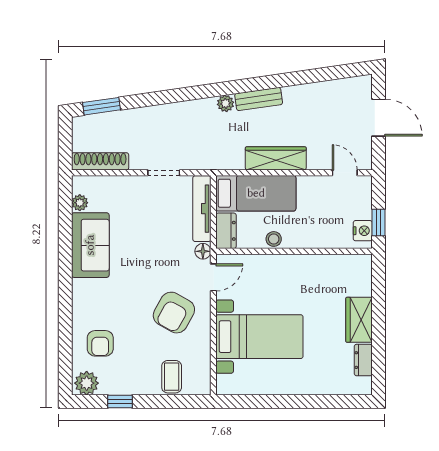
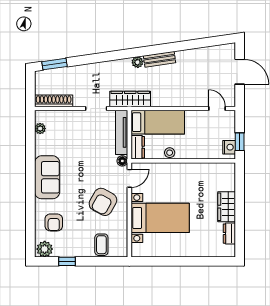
wardrobe: (276, 158) -> (130, 99), moved
sofa: (90, 245) -> (47, 177), moved

